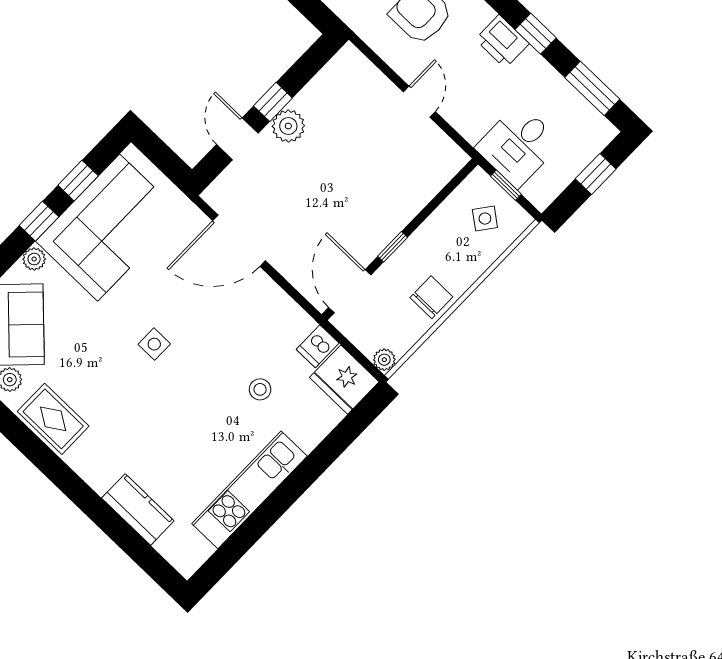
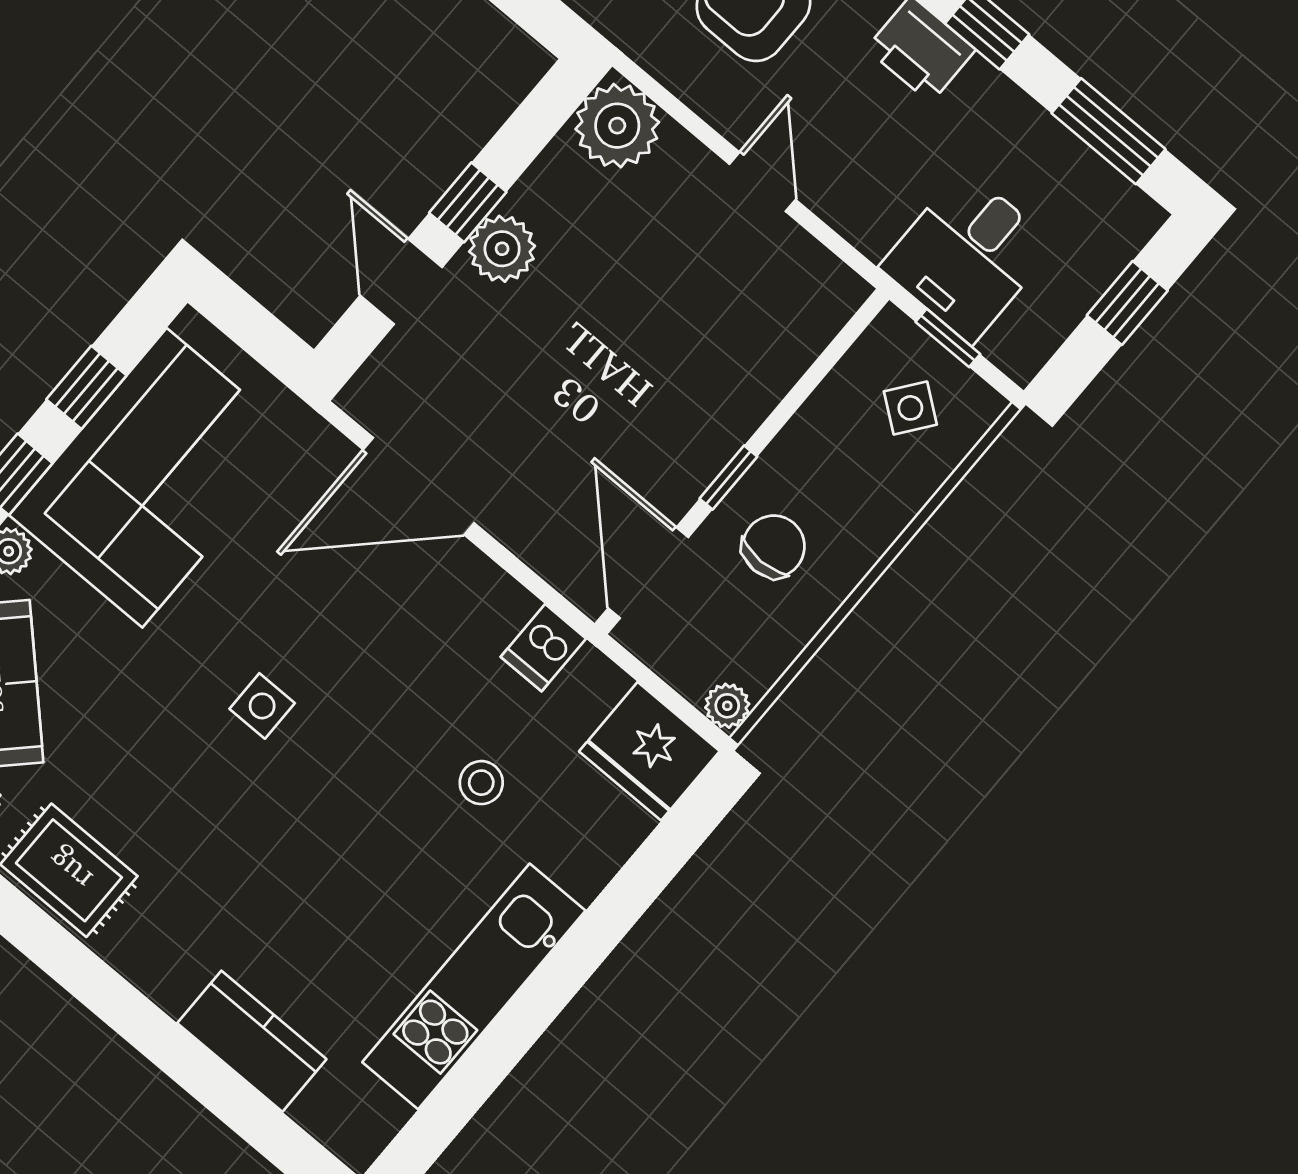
plant: (349, 69) -> (617, 126), added
chair: (431, 297) -> (774, 546), moved
dishwasher: (318, 346) -> (543, 648), moved

